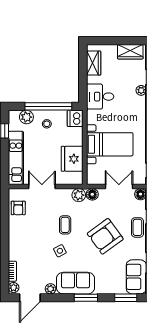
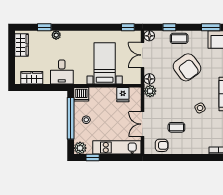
plant: (26, 117) -> (80, 148), moved
fridge: (72, 159) -> (123, 95), width x0.53, depth x0.75
coffee table: (65, 225) -> (176, 127), moved

